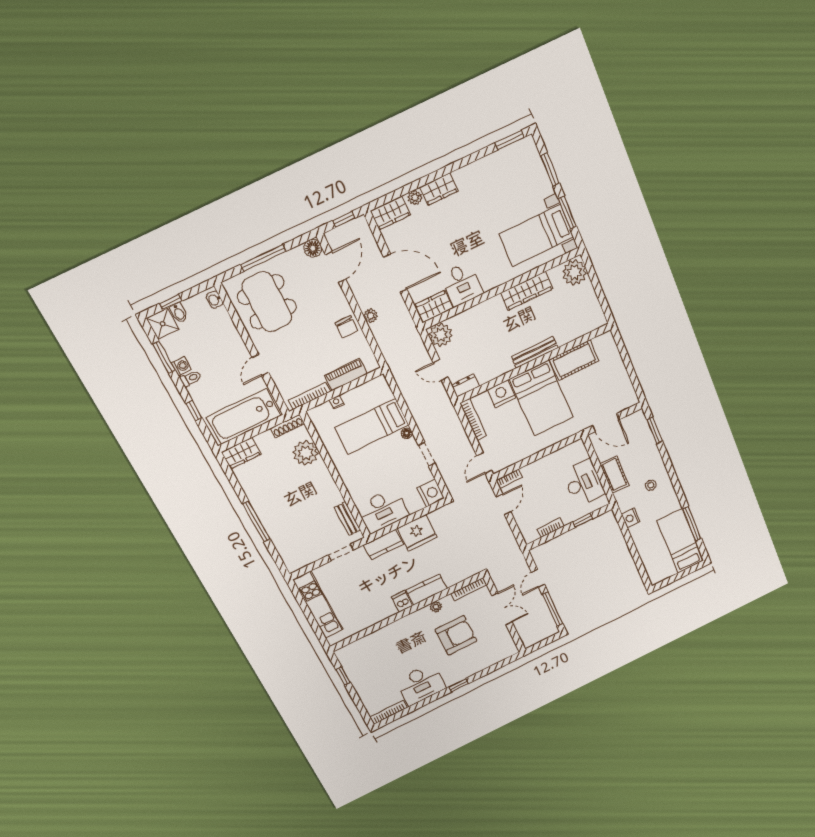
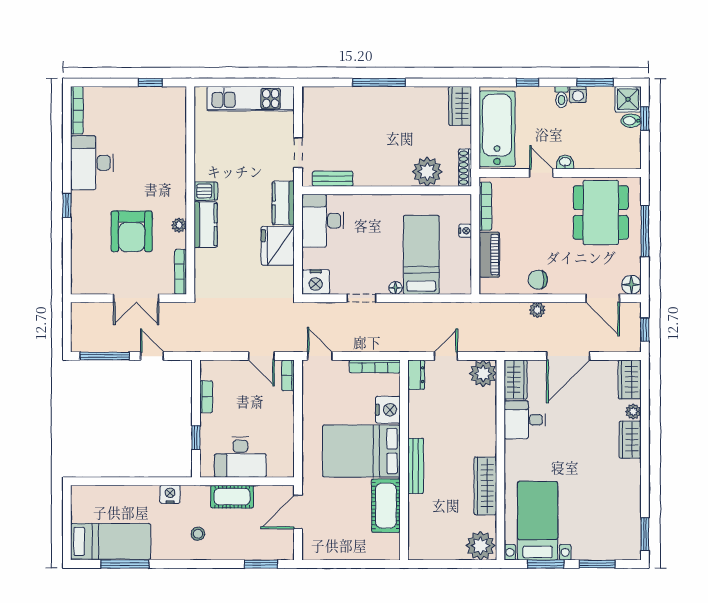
washbasin: (215, 300) -> (565, 162), moved
dining table: (267, 302) -> (601, 213), turned 90

